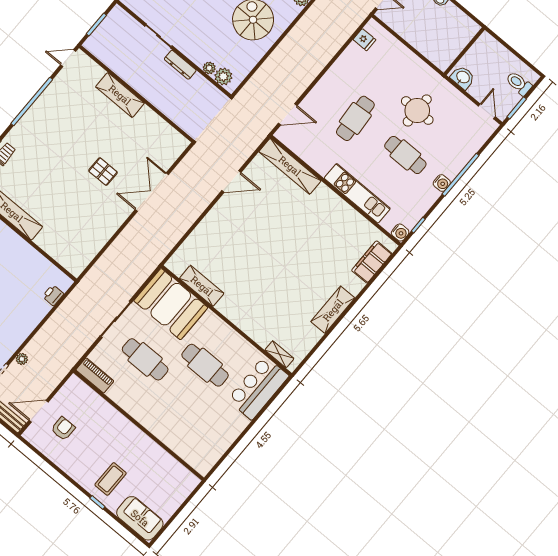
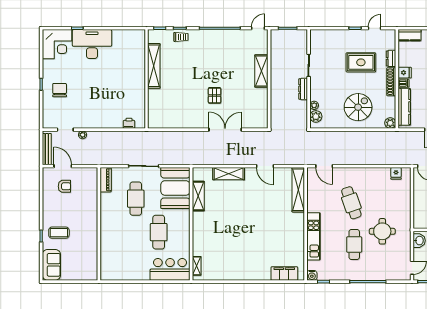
door: (68, 58) -> (258, 28), hinge flipped
cafe table: (355, 118) -> (351, 203), turned 75
water cooler: (442, 183) -> (355, 275), removed
shelving: (333, 310) -> (229, 174), moved

